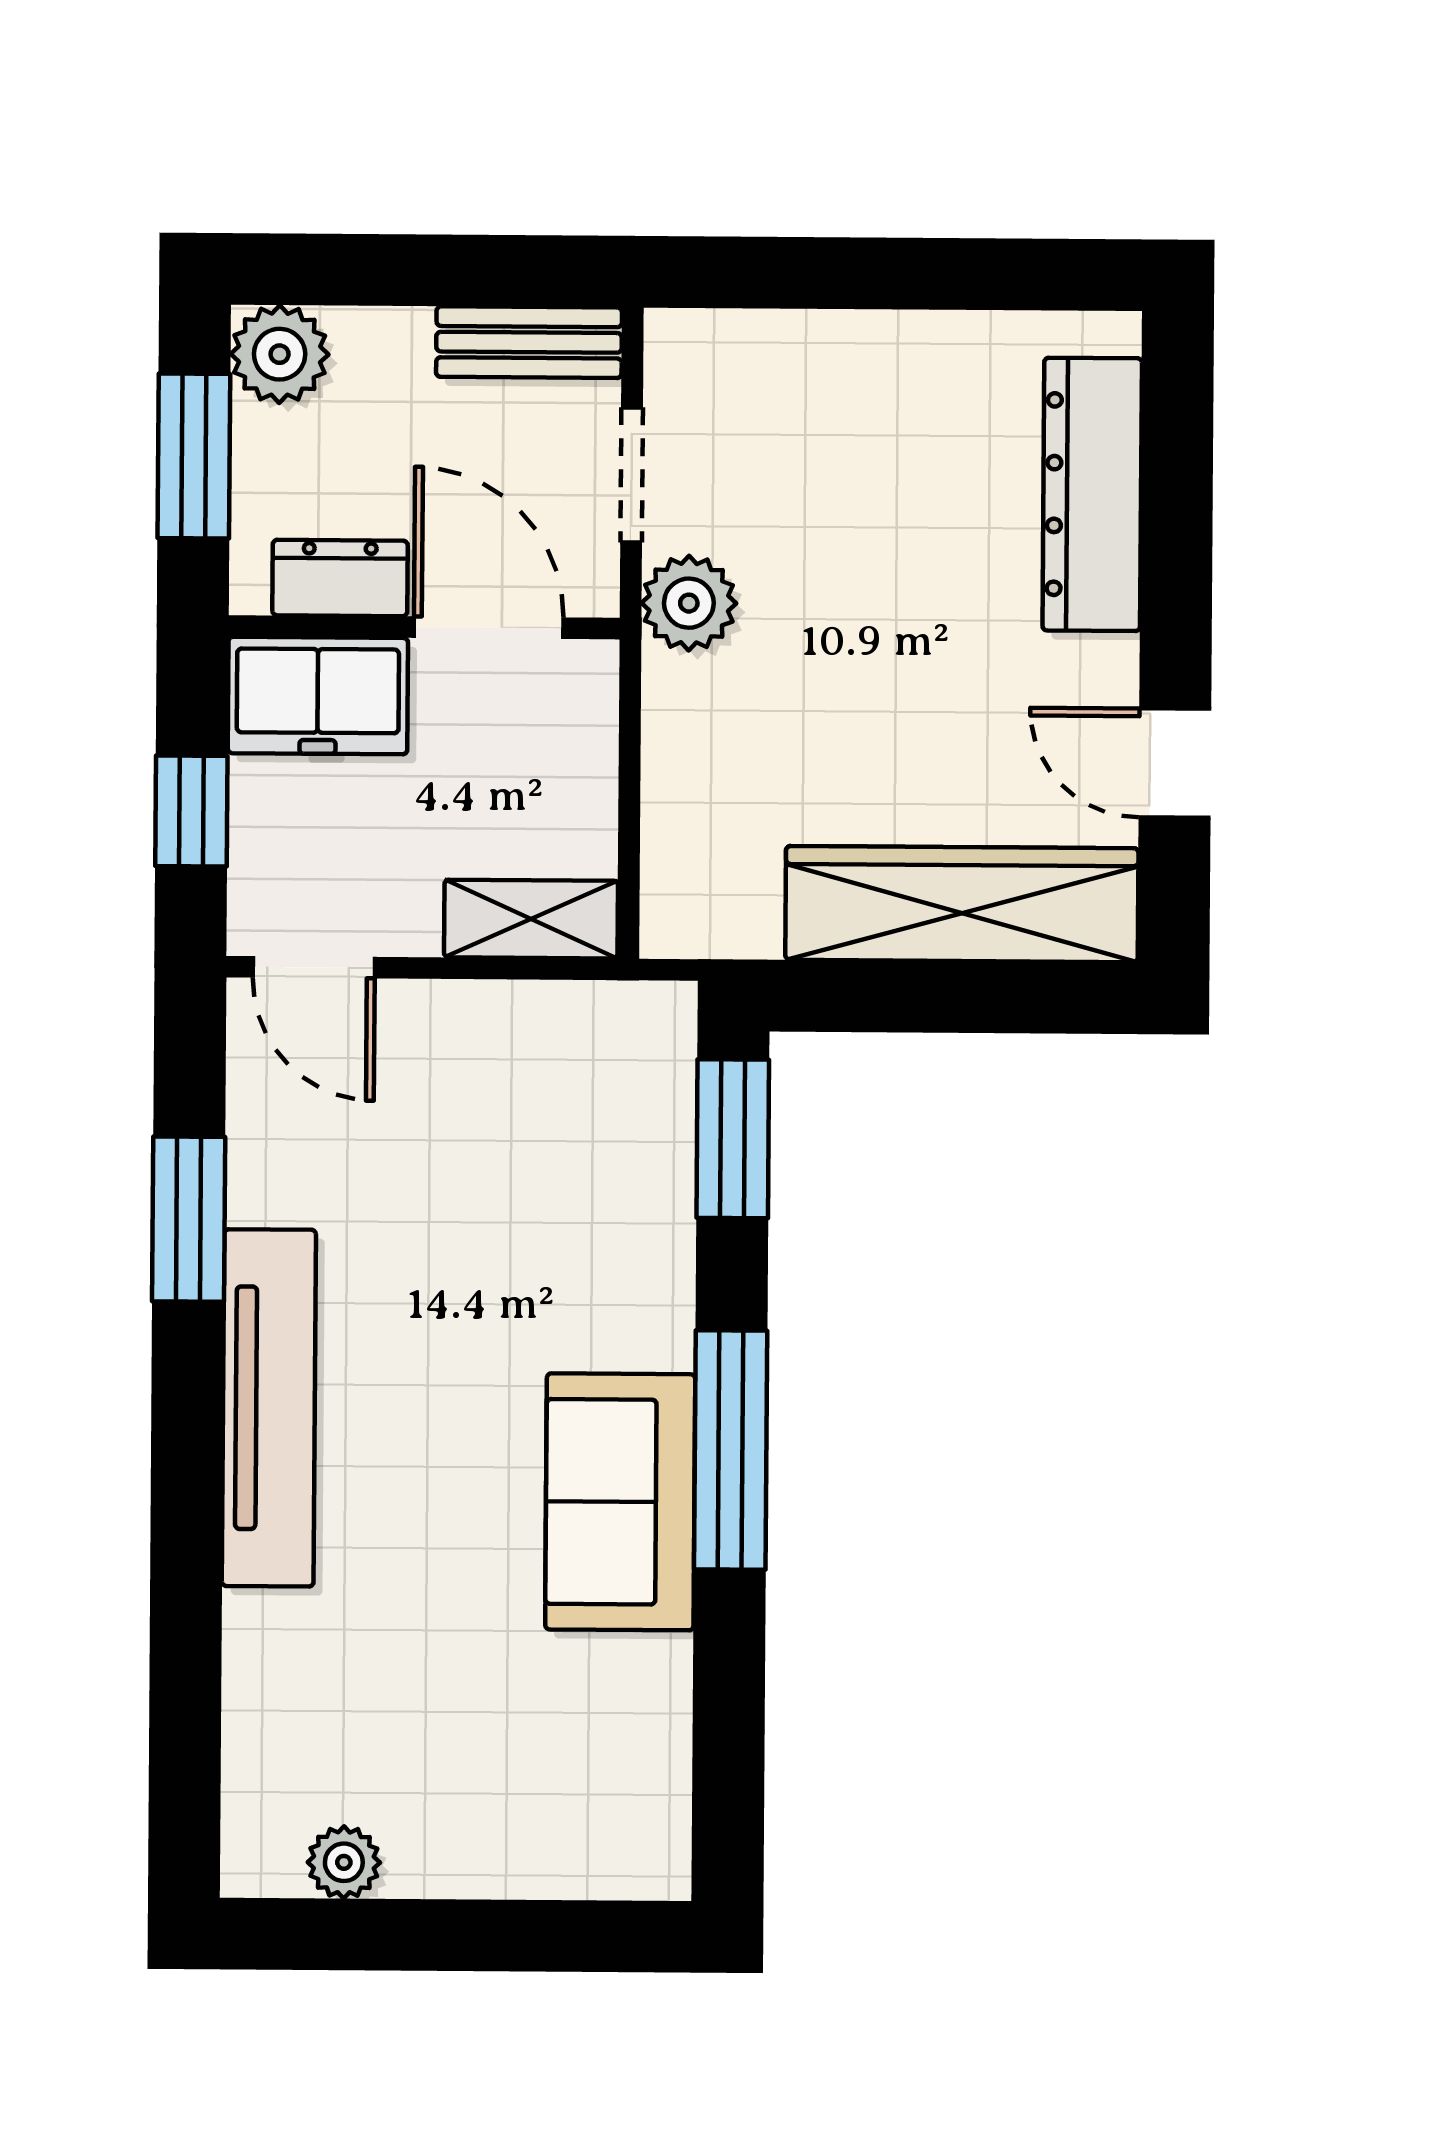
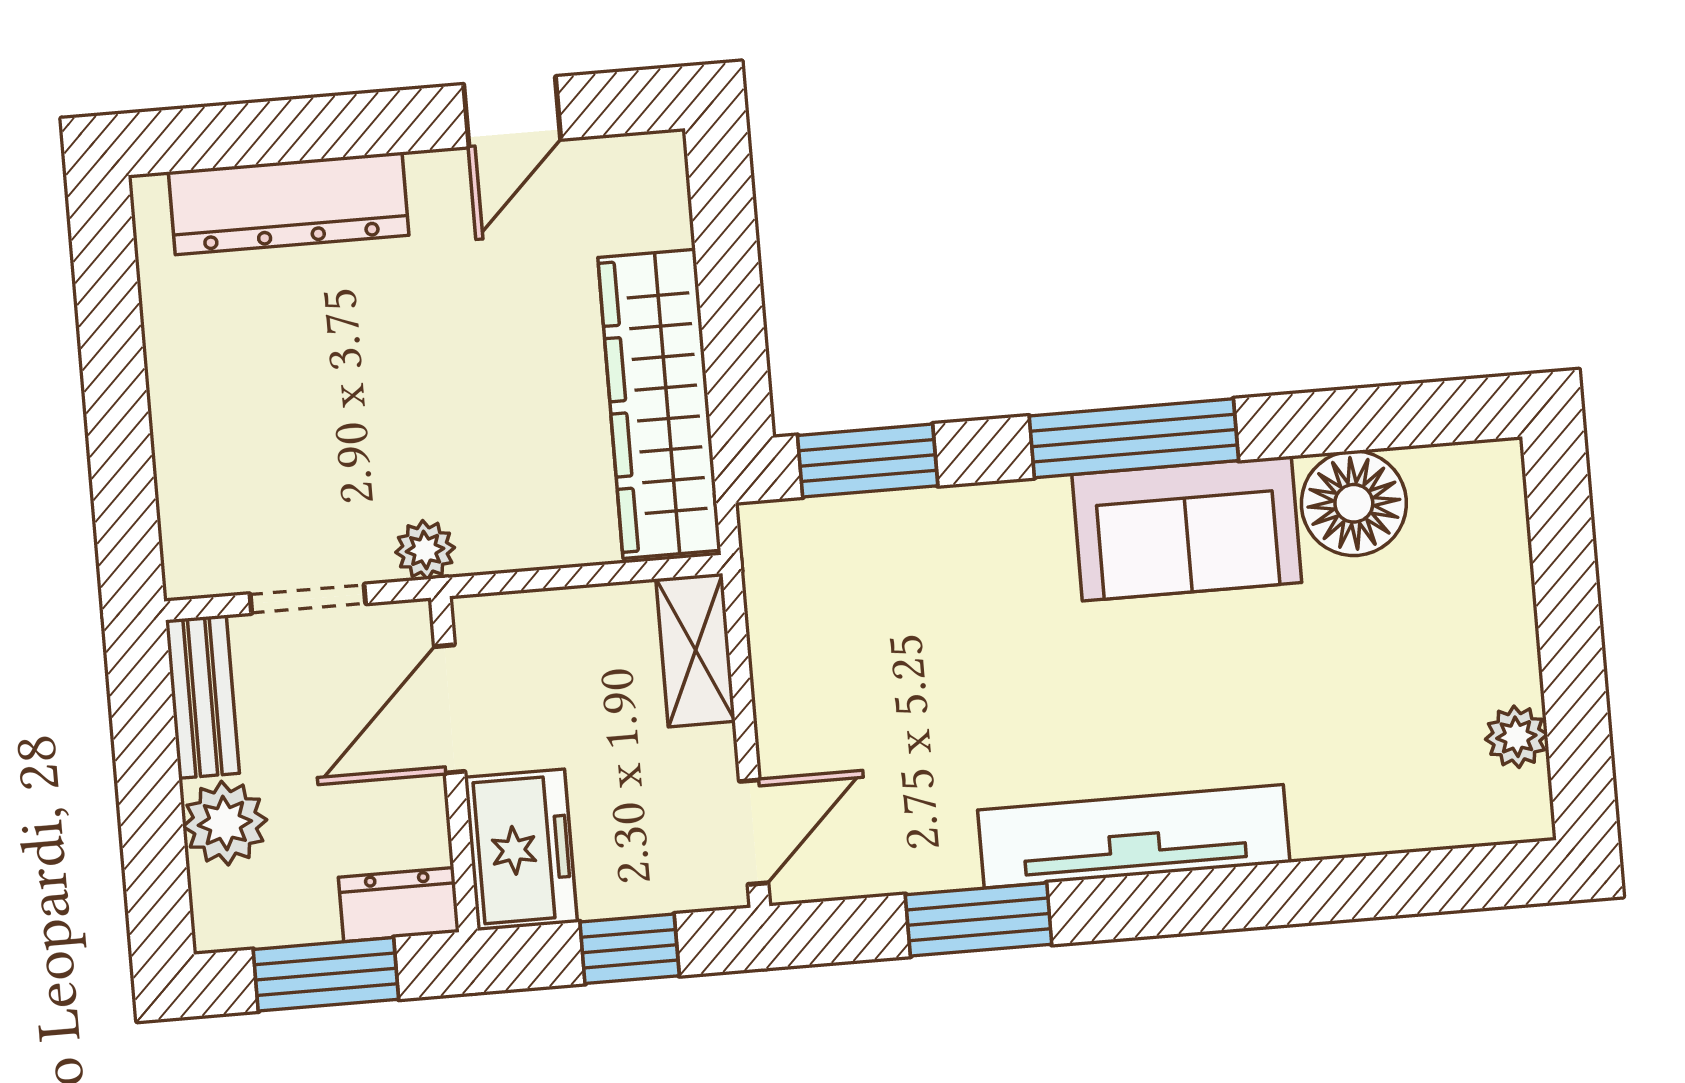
plant: (280, 354) -> (225, 823), moved
dresser: (340, 578) -> (399, 905), moved, turned 90
plant: (689, 603) -> (425, 550), width x0.73, depth x0.73
wardrobe: (962, 904) -> (659, 404), moved
floor lamp: (632, 1698) -> (1354, 503), added

